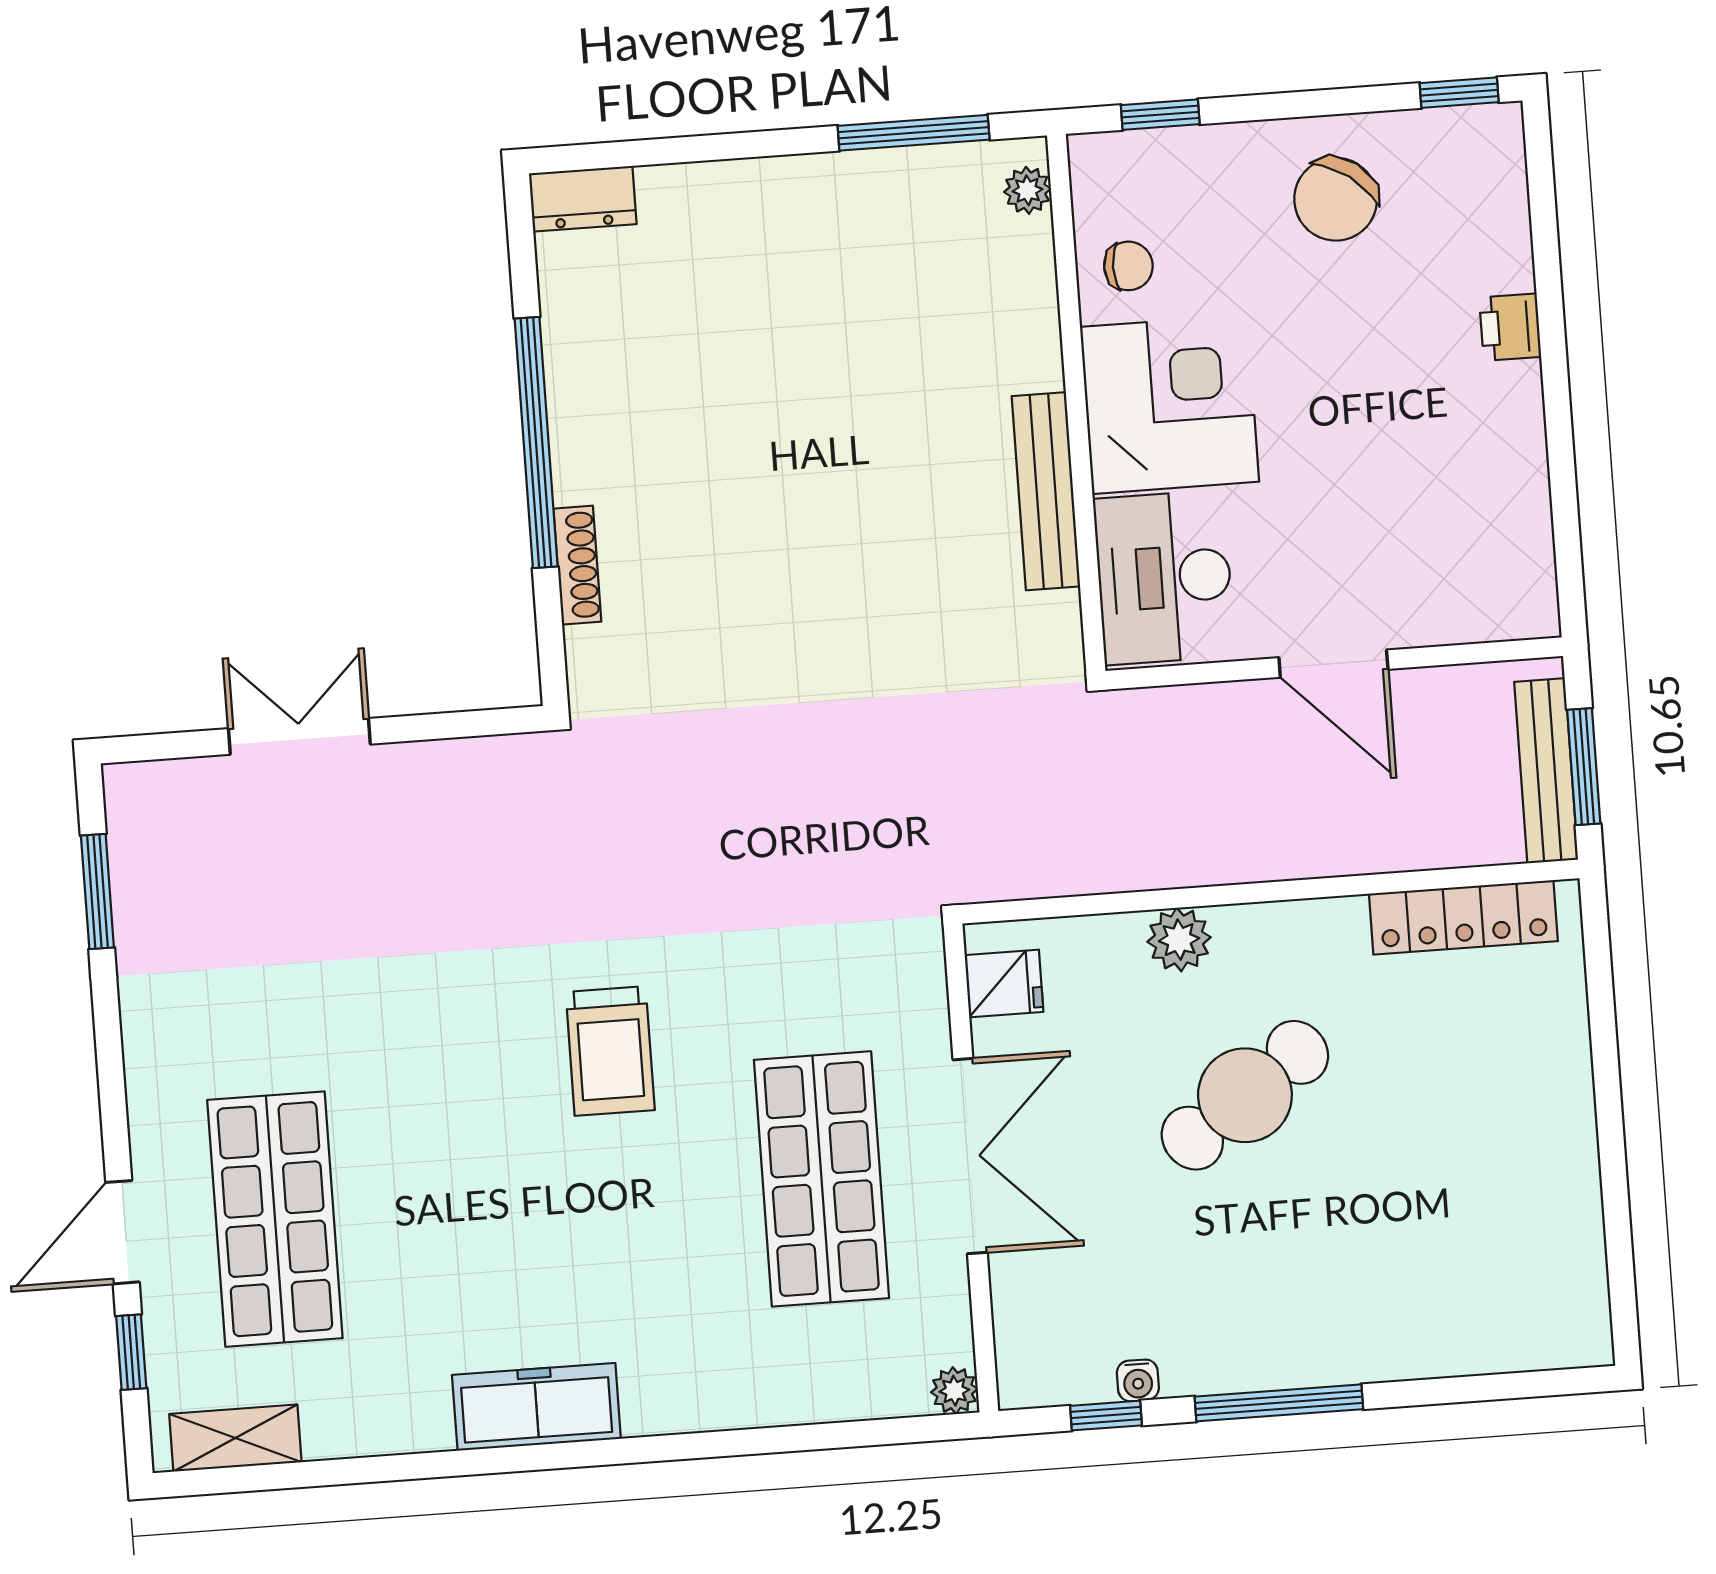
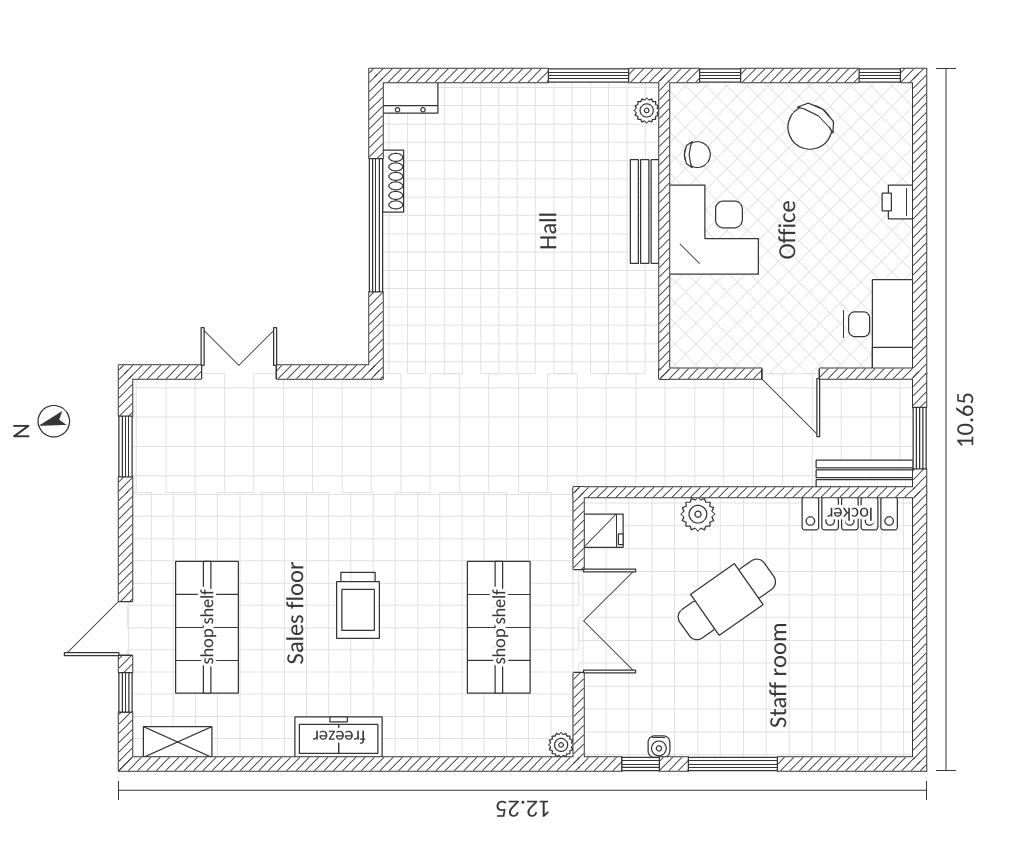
bench: (1046, 491) -> (645, 212), moved
shoe rack: (577, 565) -> (393, 181), moved
desk: (1164, 577) -> (878, 324), moved, turned 180
bench: (1546, 771) -> (865, 474), moved, turned 90
trolley: (610, 1051) -> (358, 605), moved

